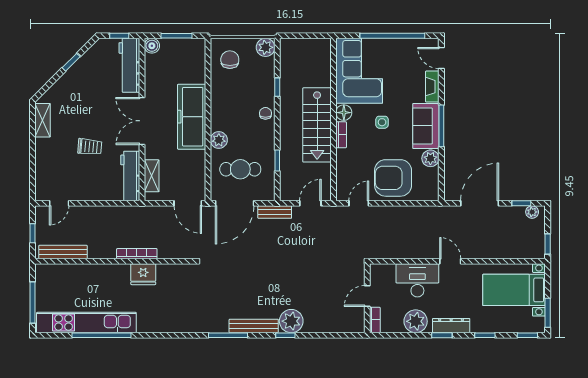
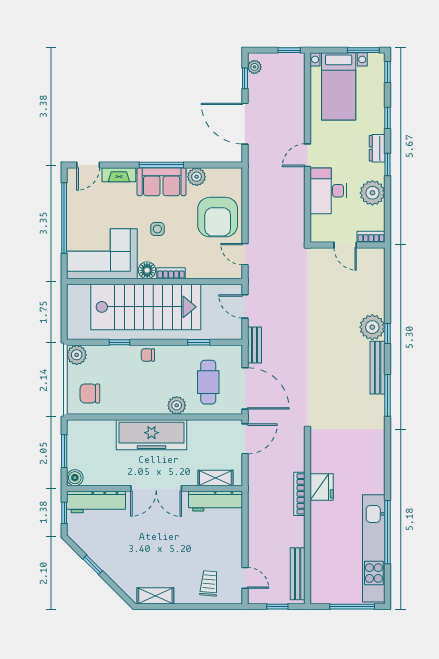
stairs: (317, 125) -> (146, 307), width x1.36, depth x1.51
trolley: (90, 147) -> (209, 583), moved
dresser: (451, 326) -> (377, 148), width x0.70

